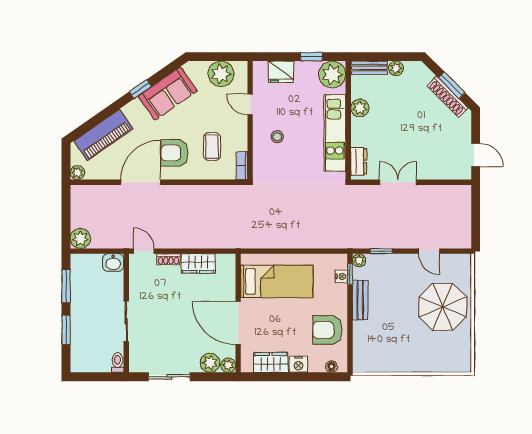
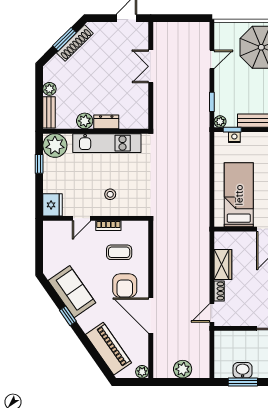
fridge: (281, 72) -> (53, 205), moved
plant: (221, 74) -> (54, 244), removed
dresser: (359, 161) -> (106, 122), moved
bookcase: (242, 166) -> (108, 226), moved
double door: (398, 182) -> (151, 66), moved
plant: (80, 238) -> (183, 369), moved
washbasin: (113, 263) -> (243, 370), moved, turned -90

